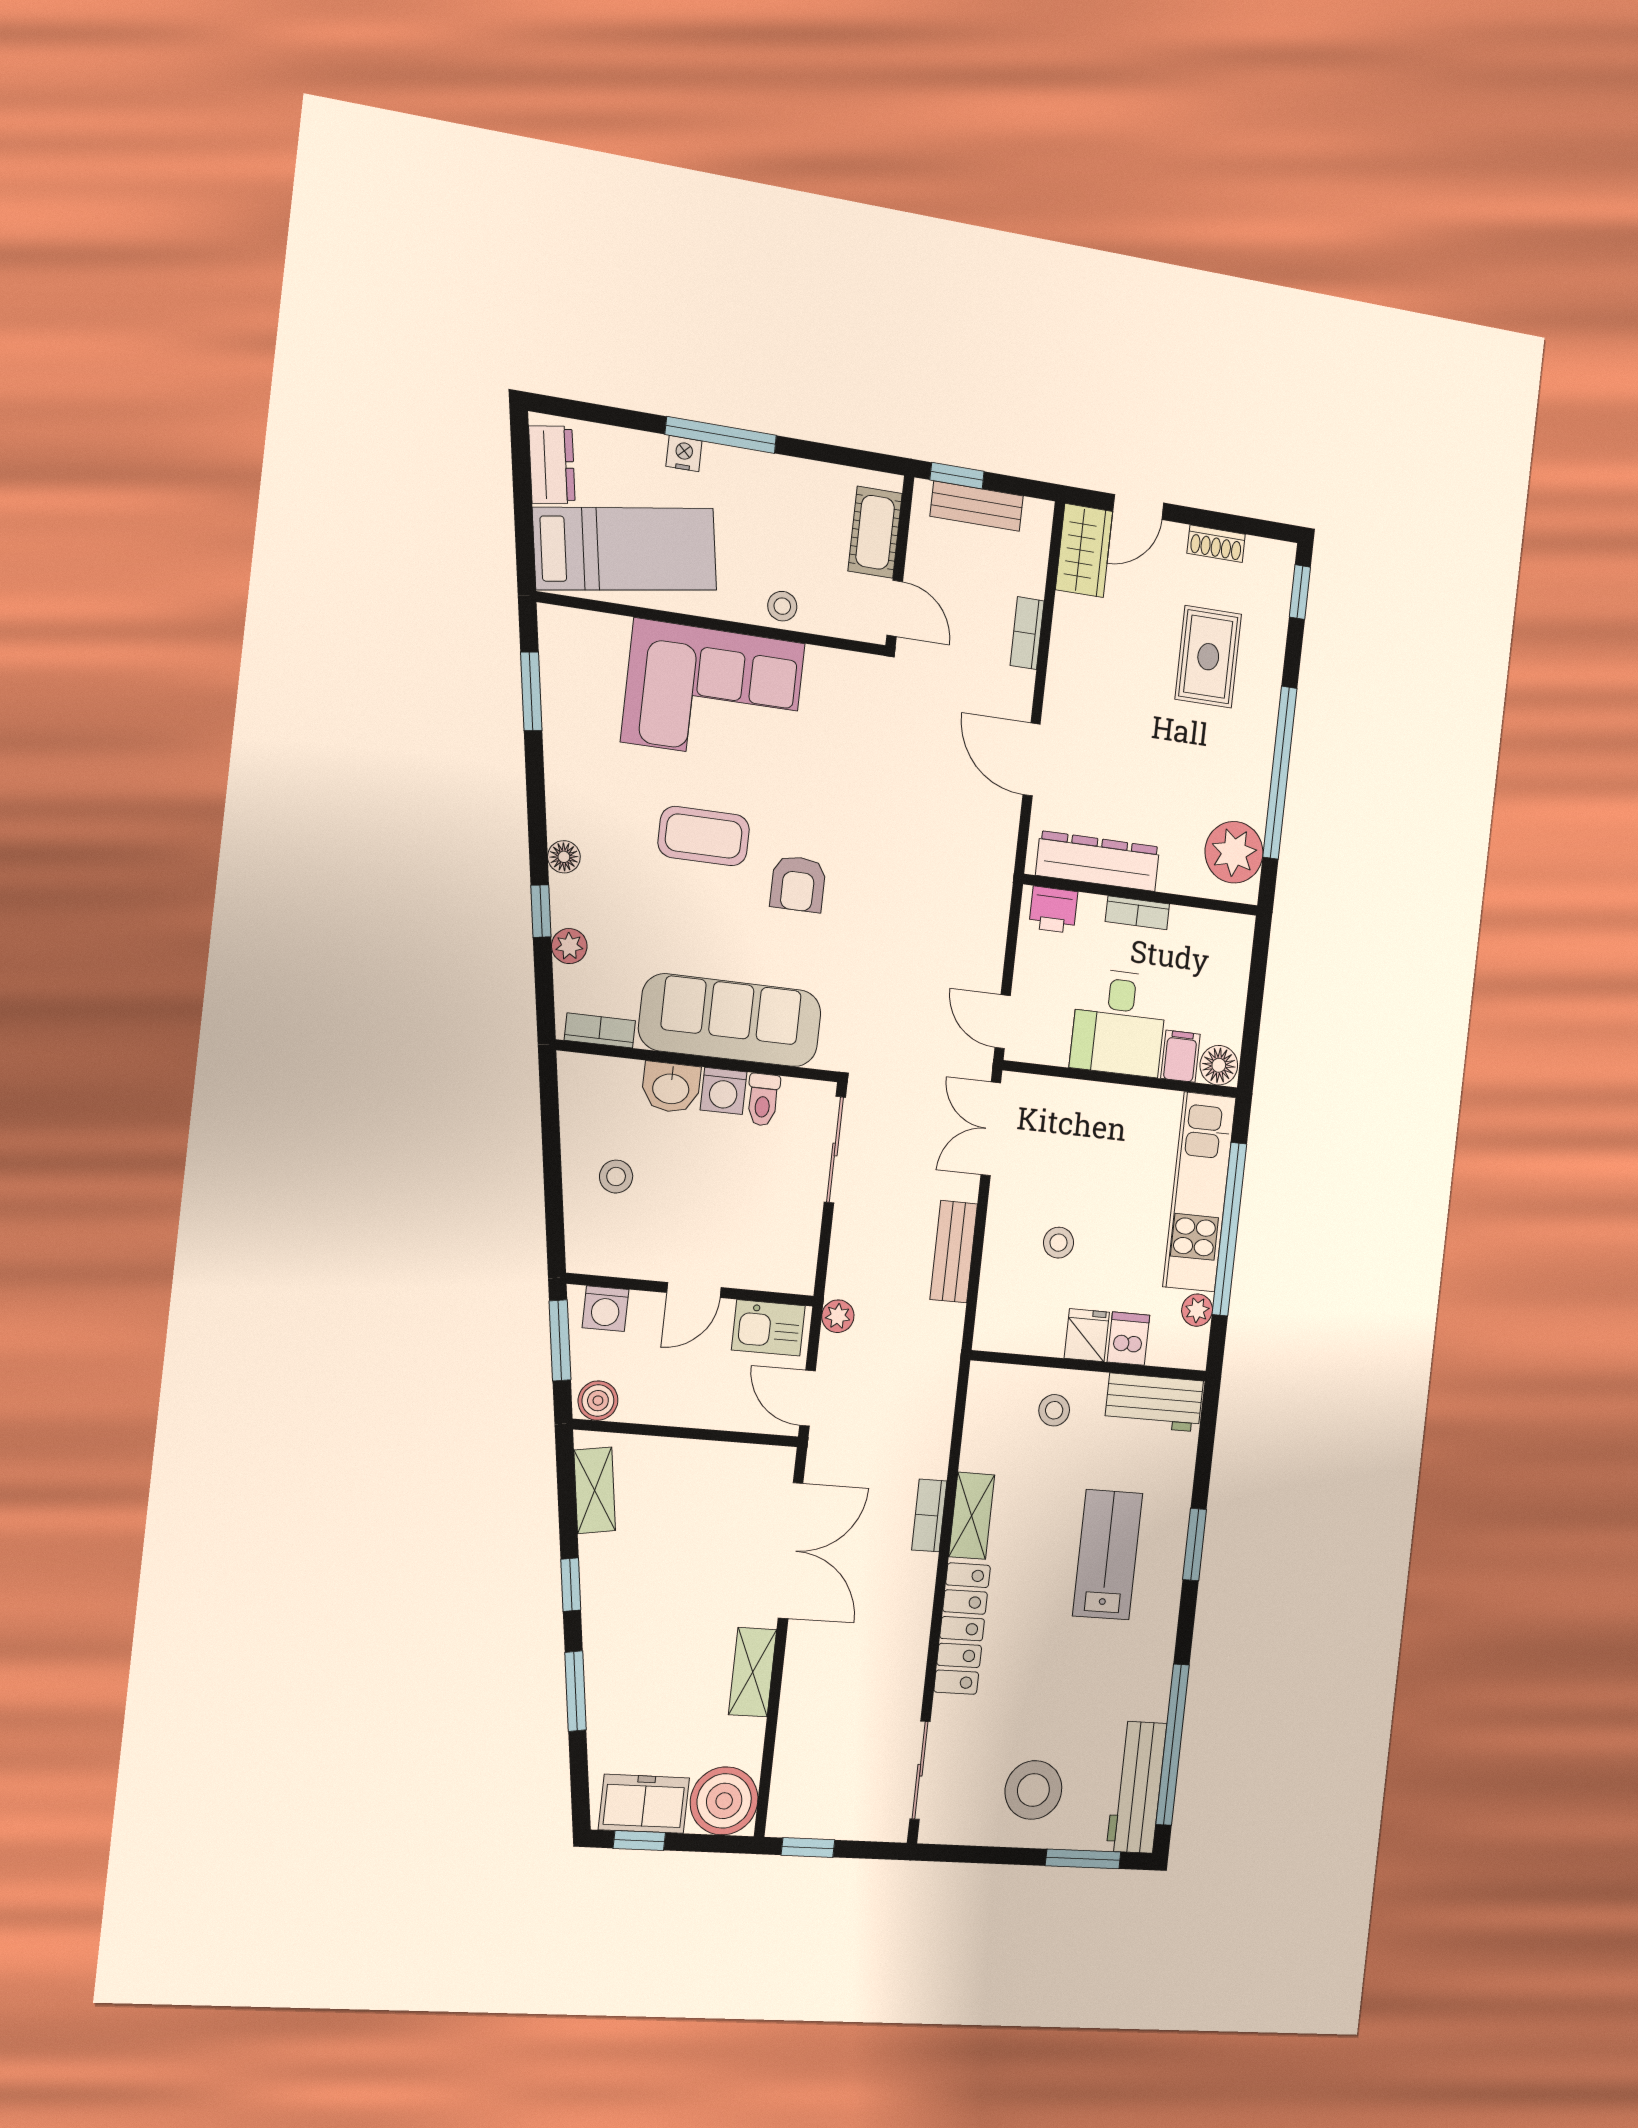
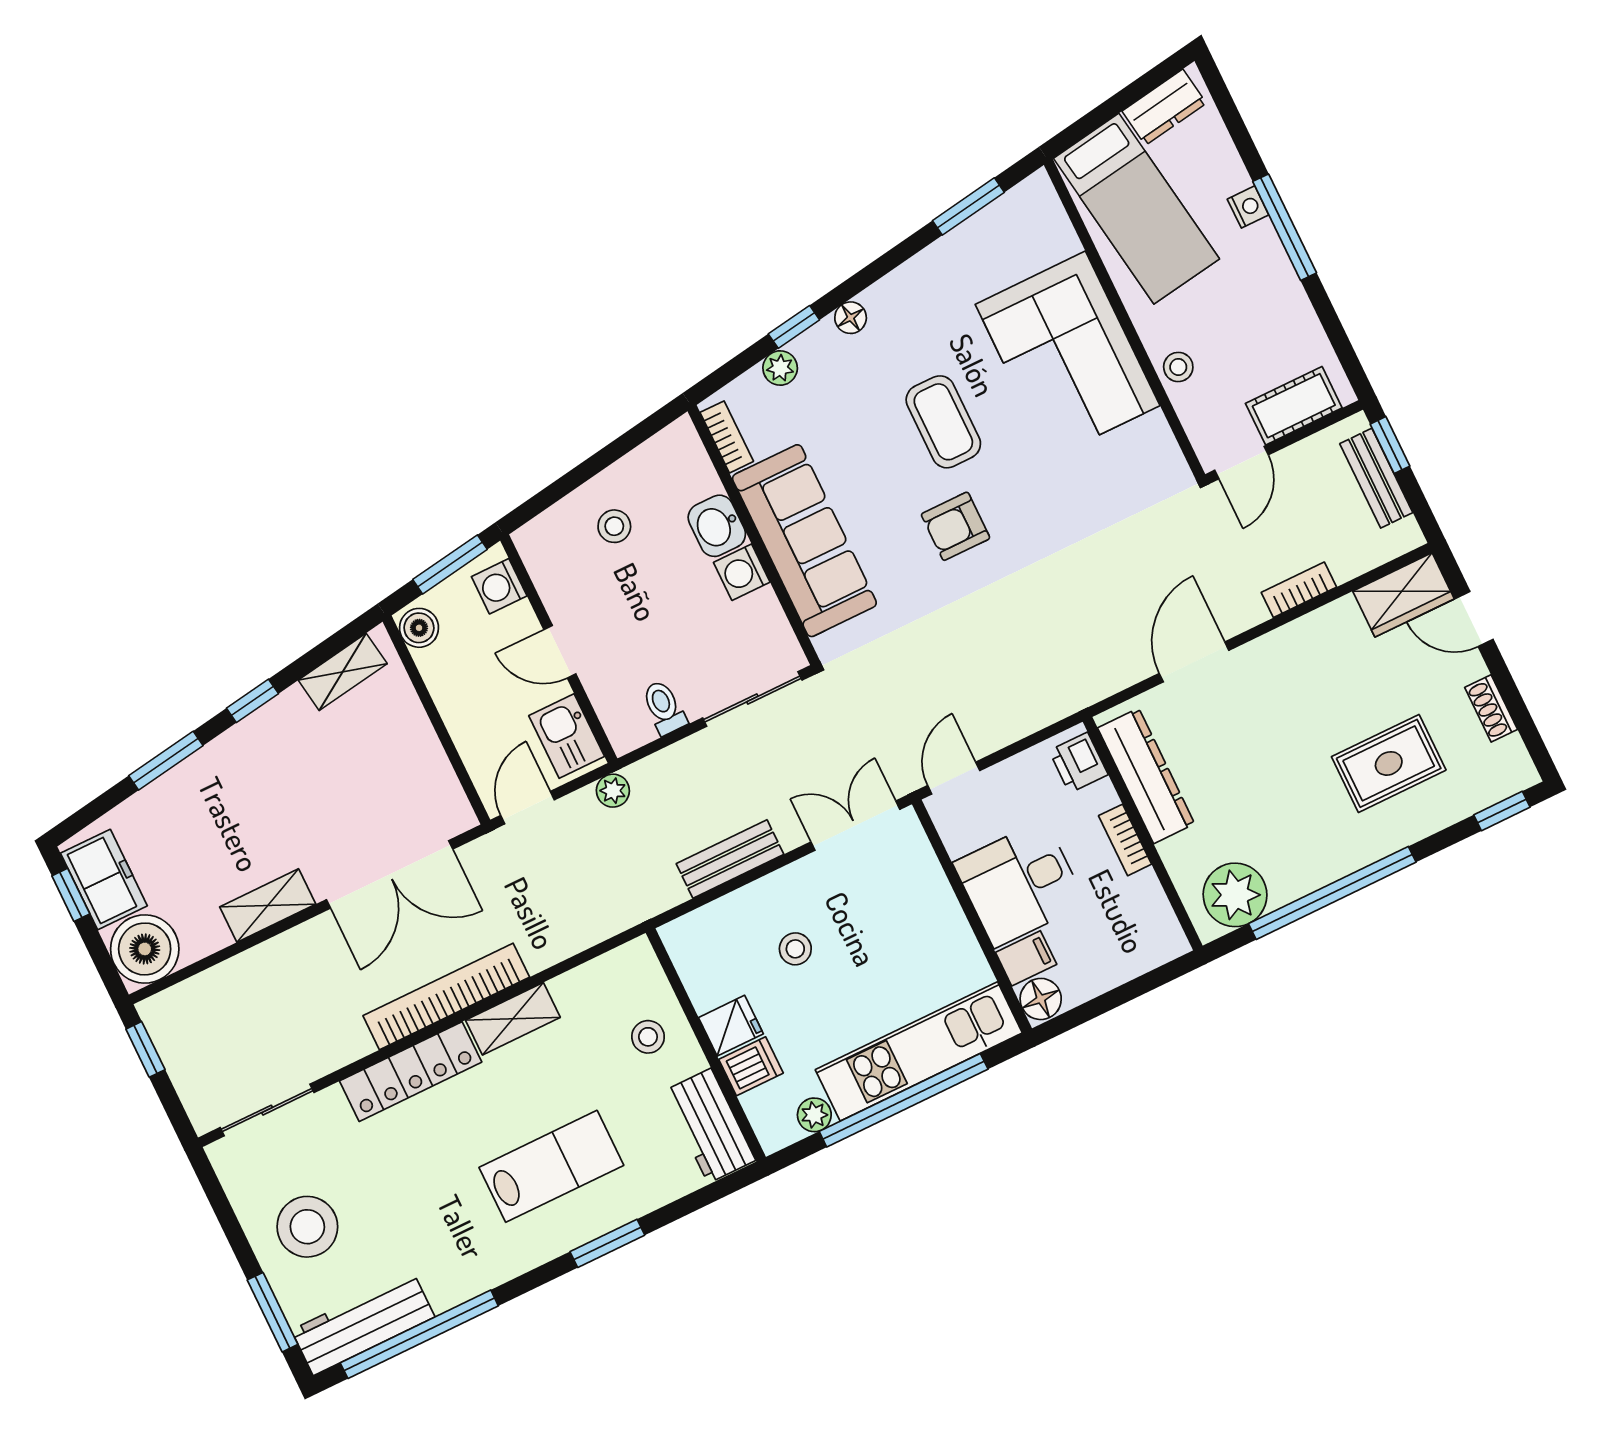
toilet: (763, 1100) -> (664, 707), moved, turned 90
bookcase: (929, 1515) -> (446, 996), width x2.31, depth x1.31

